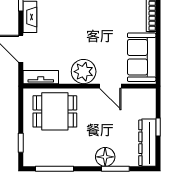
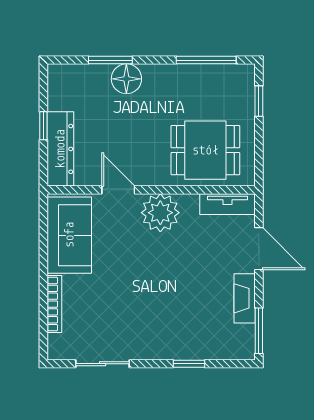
dresser: (147, 143) -> (60, 149), moved

